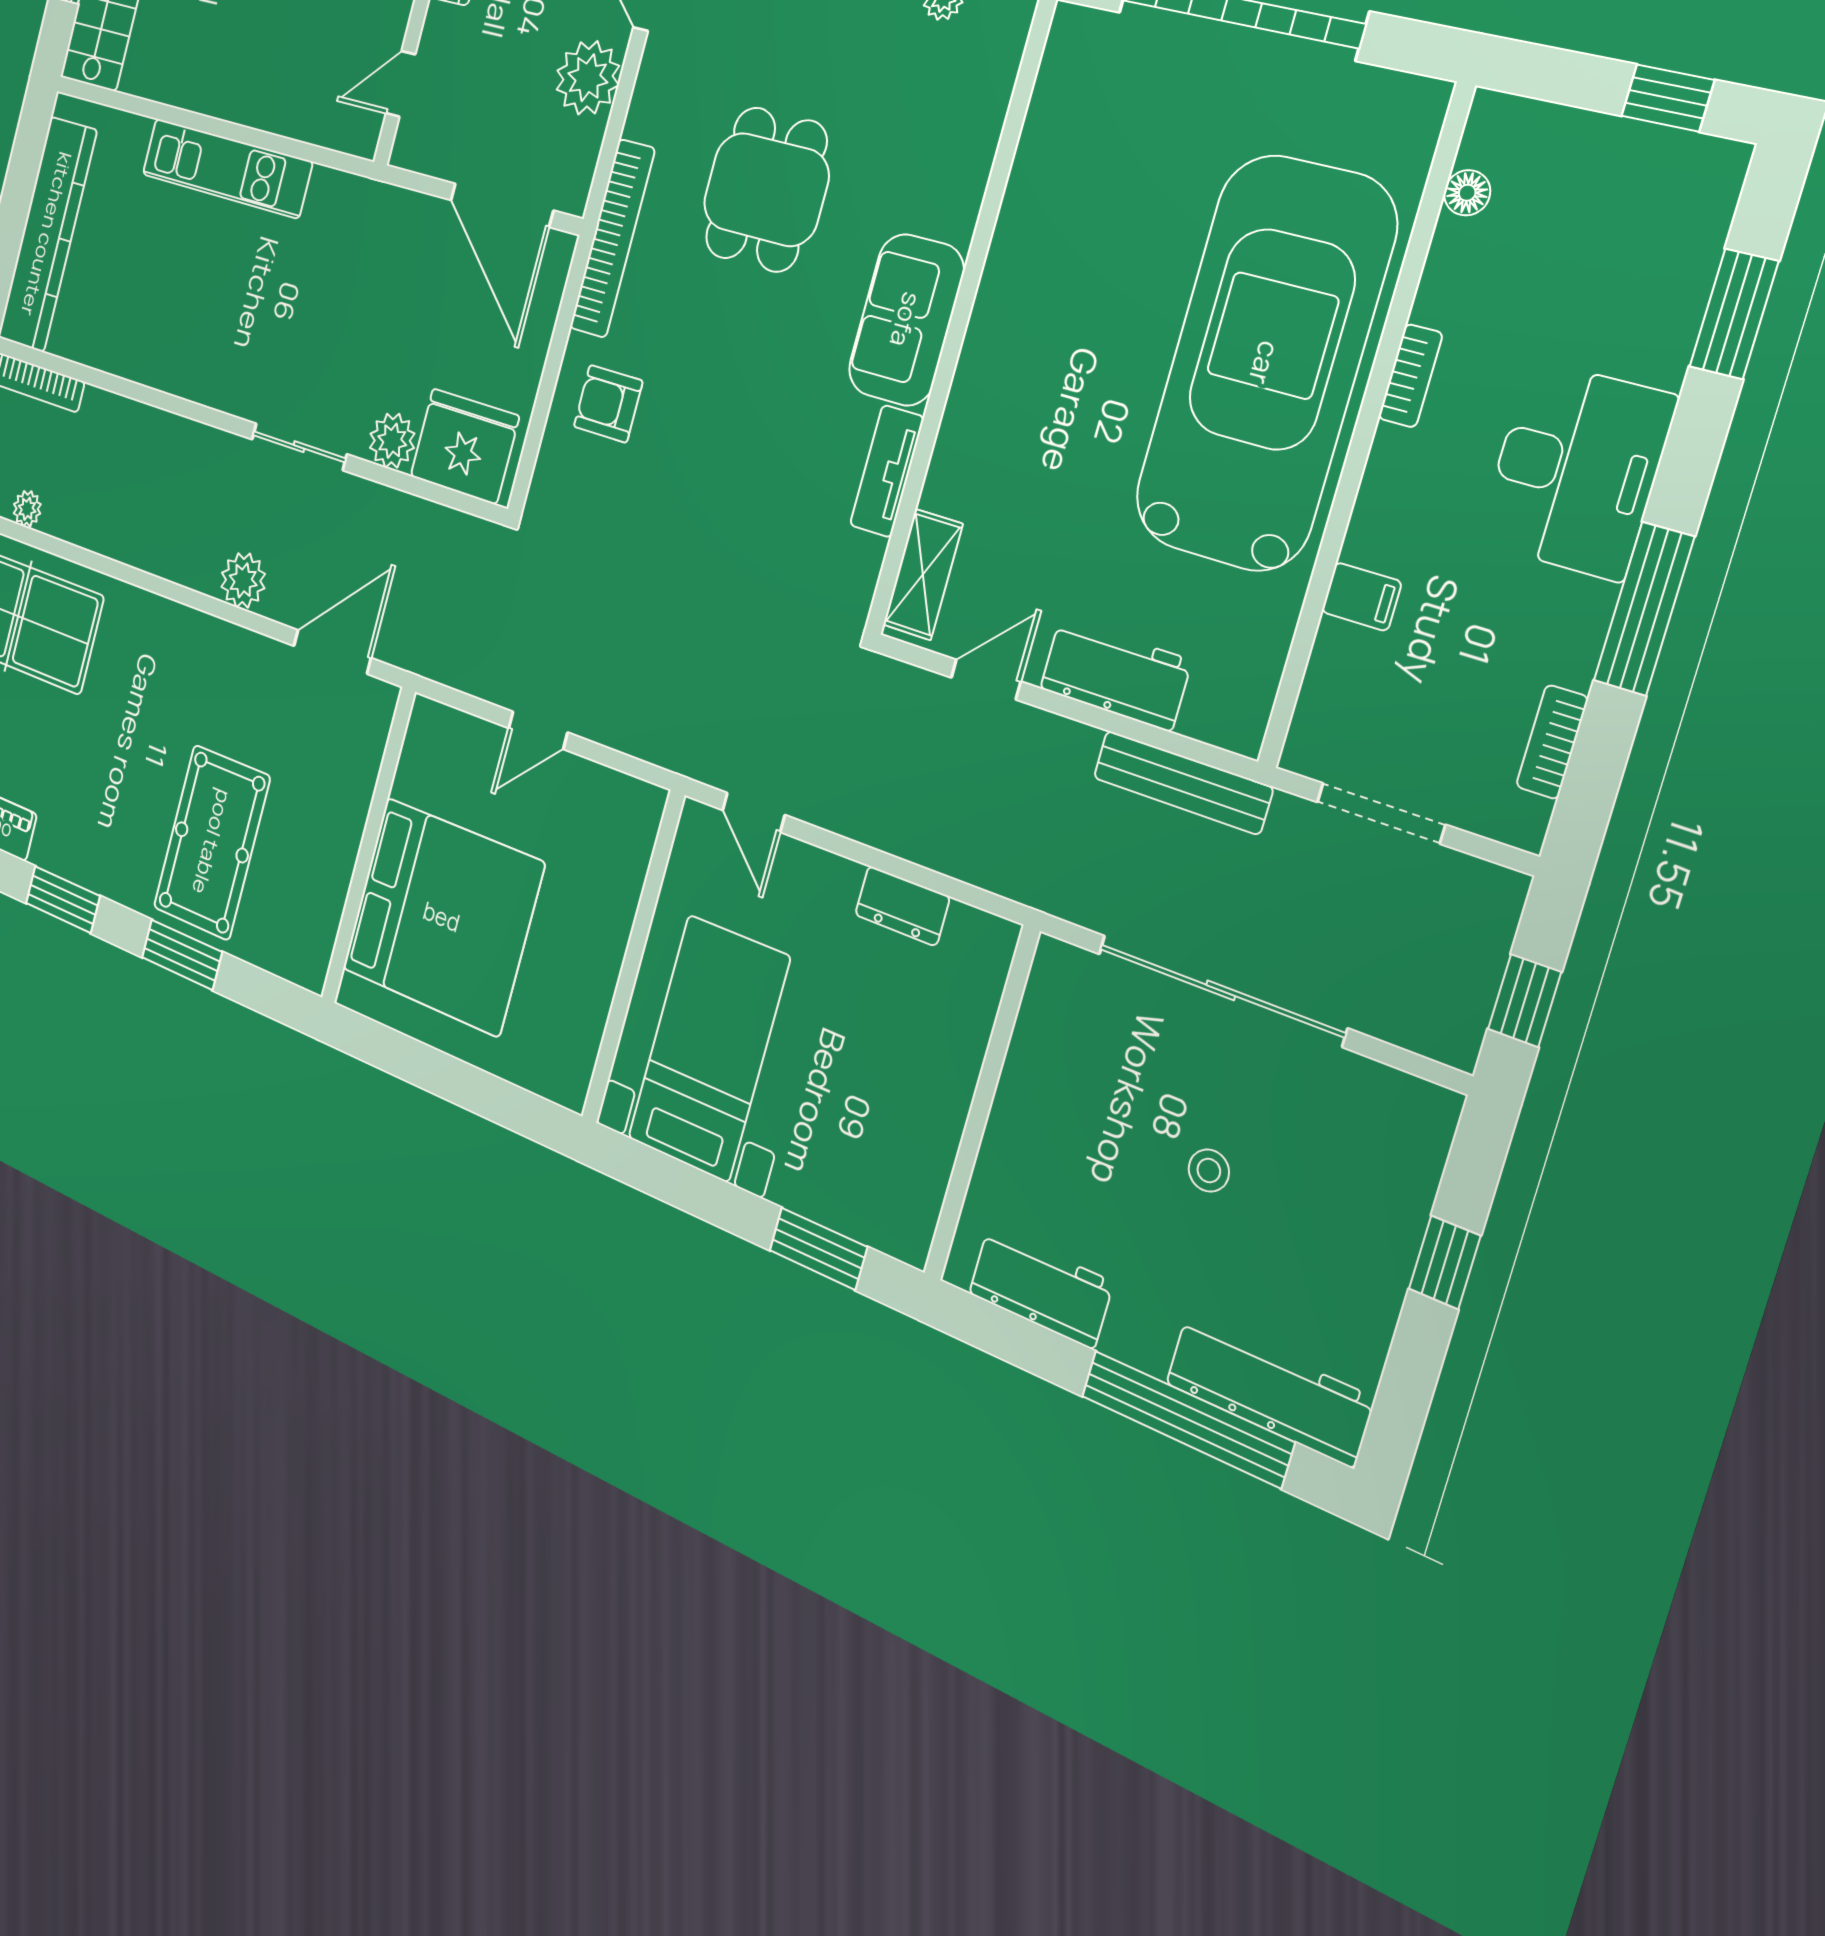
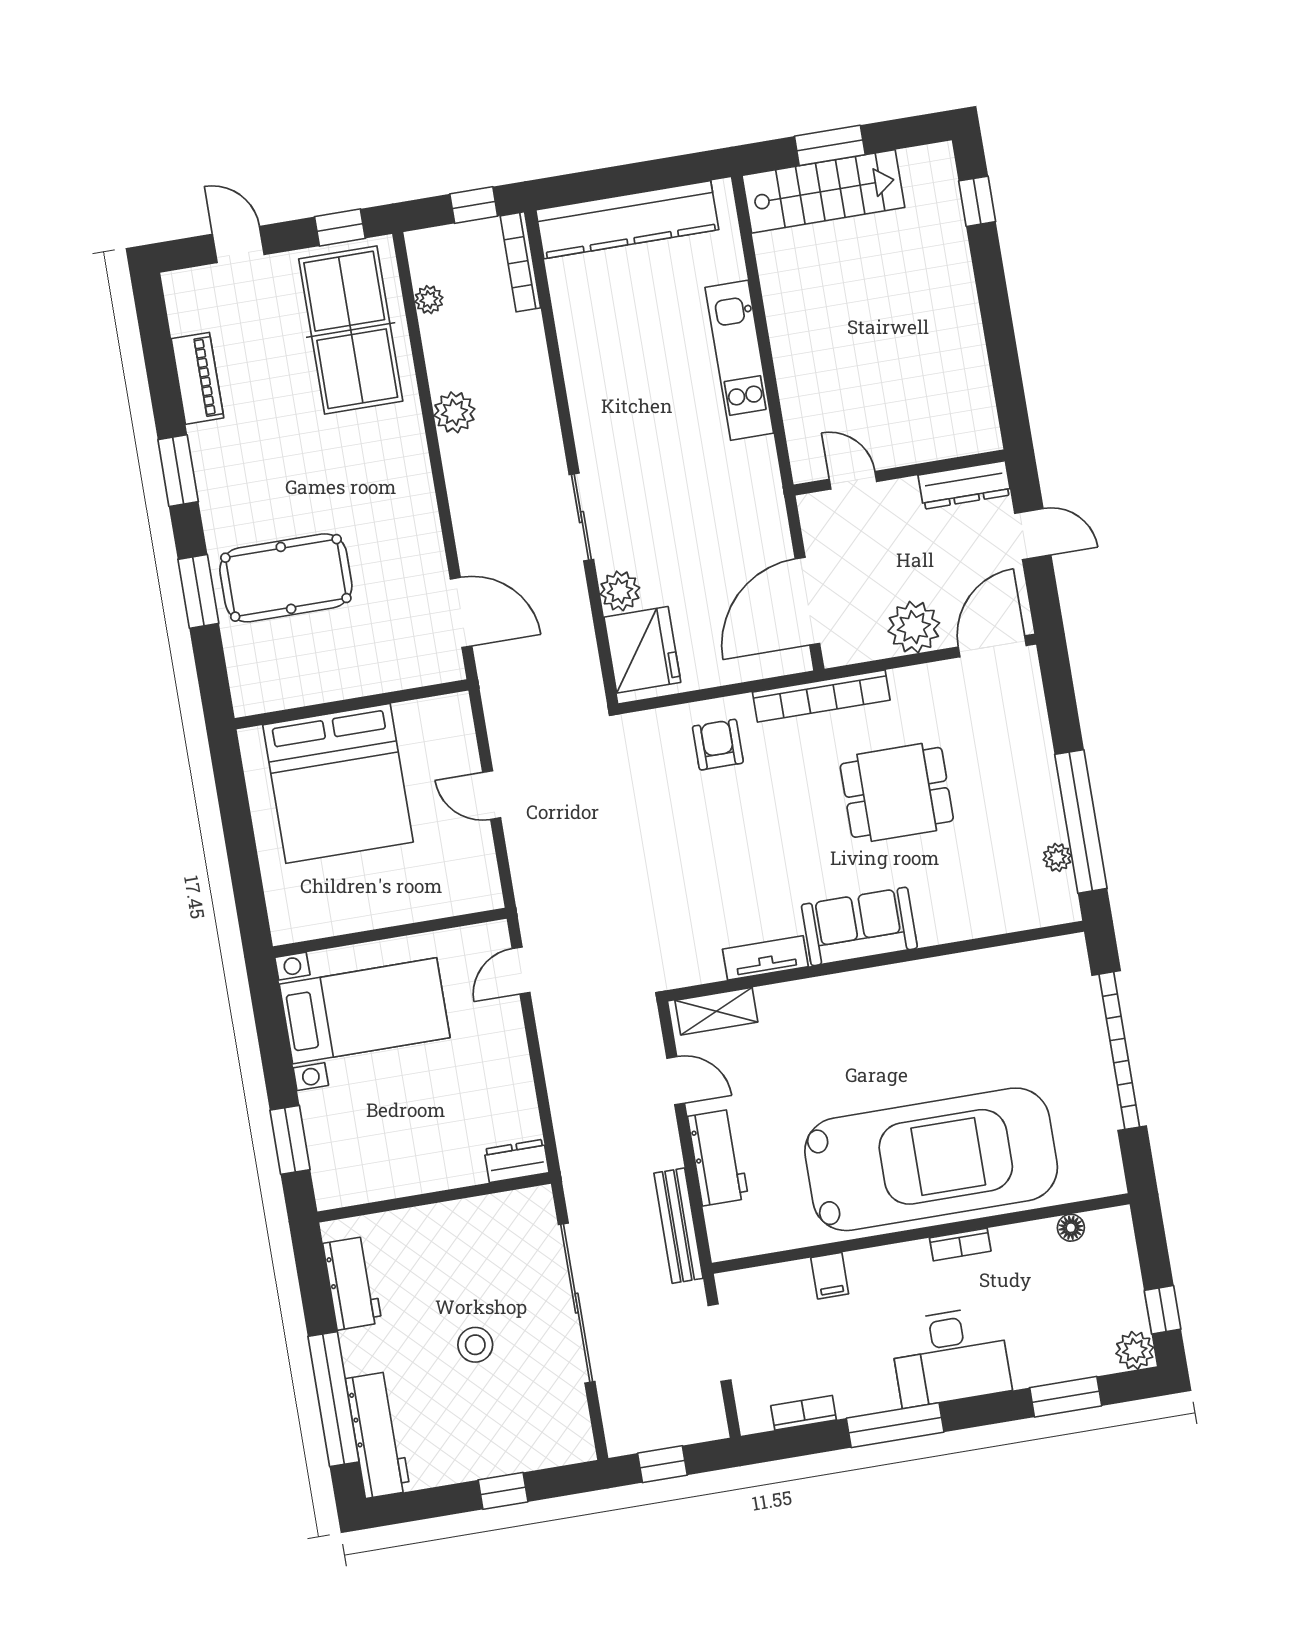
plant: (1713, 170) -> (1135, 1350), added
plant: (243, 580) -> (454, 412), moved
dresser: (902, 906) -> (516, 1161), moved, turned 90
stool: (1209, 1170) -> (475, 1345), width x1.37, depth x1.37

